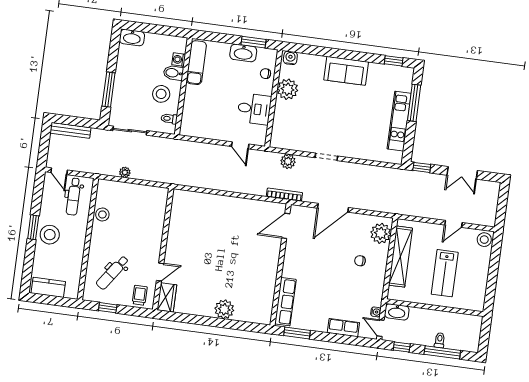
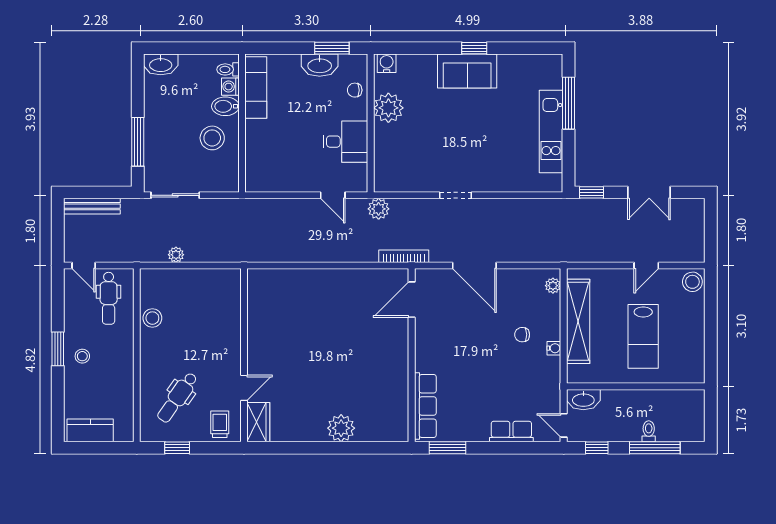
window: (394, 61) -> (474, 48), moved
toilet: (169, 119) -> (228, 69), moved
plant: (288, 161) -> (379, 209), moved
door: (333, 208) -> (474, 265), hinge flipped
plant: (381, 233) -> (553, 286), width x0.53, depth x0.53
stool: (50, 235) -> (82, 356), width x0.53, depth x0.53
water cooler: (376, 312) -> (554, 348), moved

